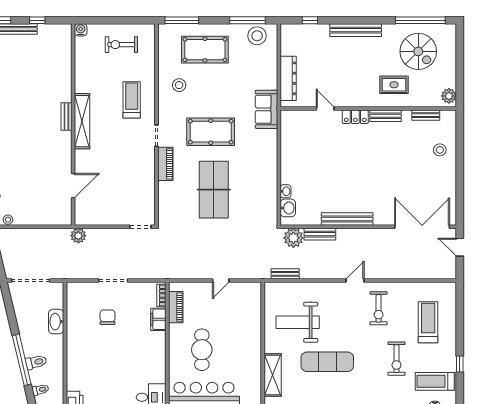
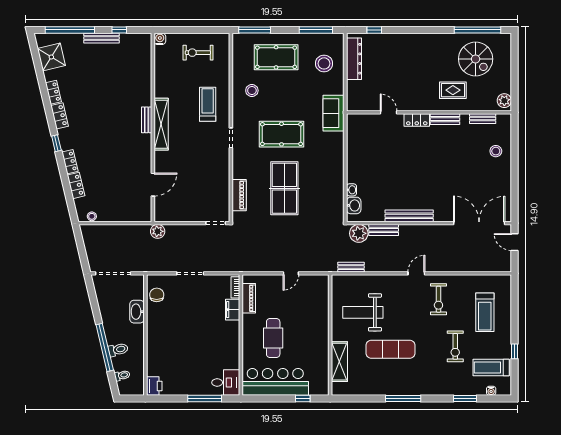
bench: (356, 30) -> (417, 39), removed
stool: (257, 36) -> (324, 63), moved
dresser: (288, 78) -> (354, 59), moved
piano: (165, 164) -> (239, 195), moved
chair: (108, 317) -> (157, 295), moved
treadmill: (428, 322) -> (485, 312), turned 180

